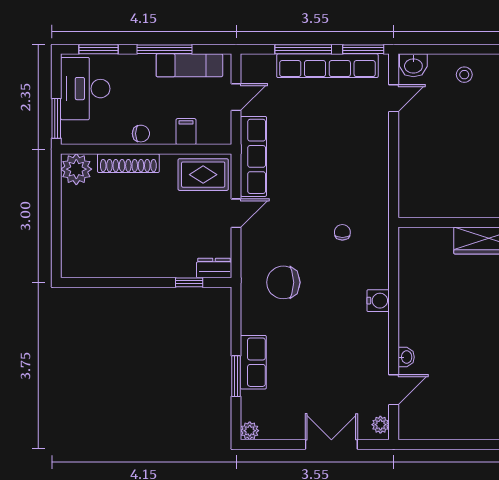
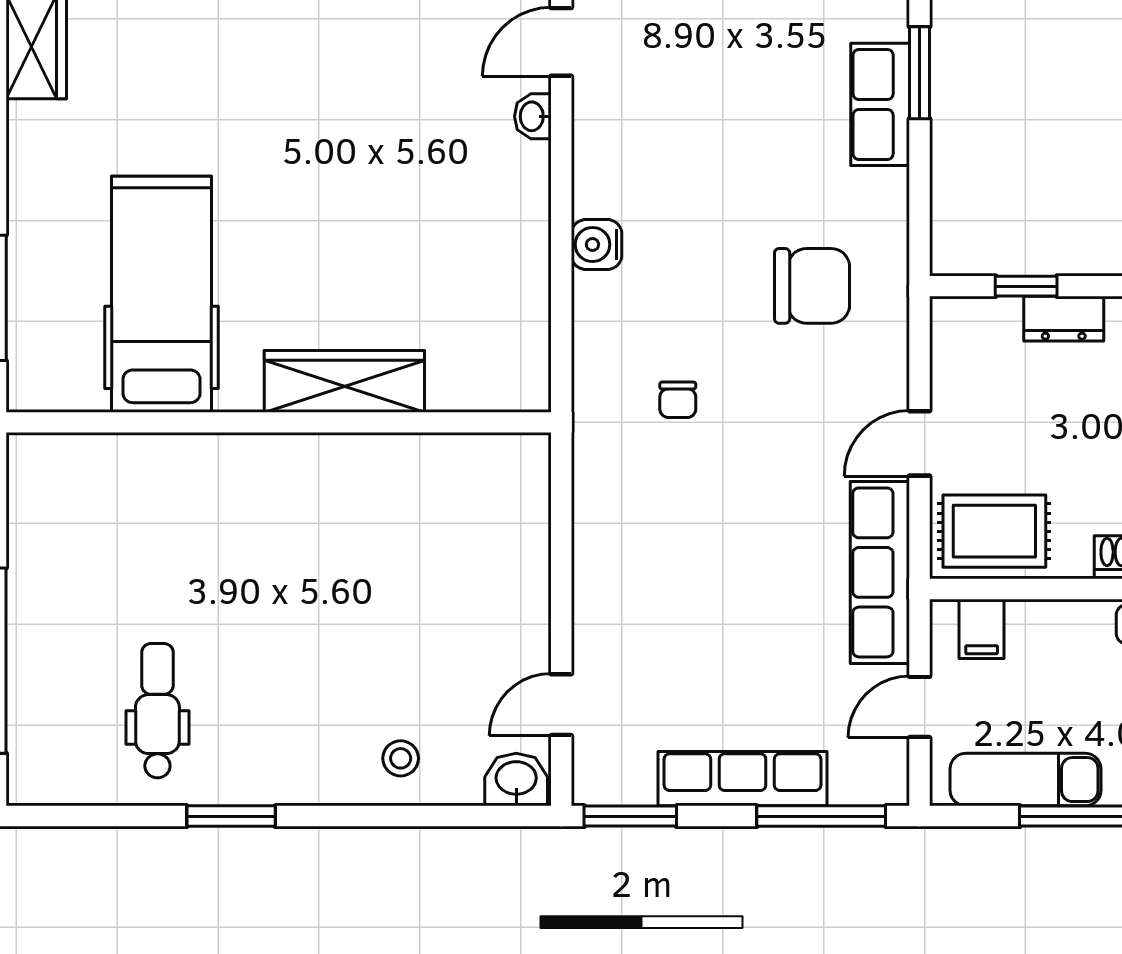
window: (303, 49) -> (821, 816), moved
row of seats: (327, 66) -> (743, 779), width x0.73
filing cabinet: (186, 132) -> (982, 629), moved
dresser: (214, 268) -> (1064, 319), moved

